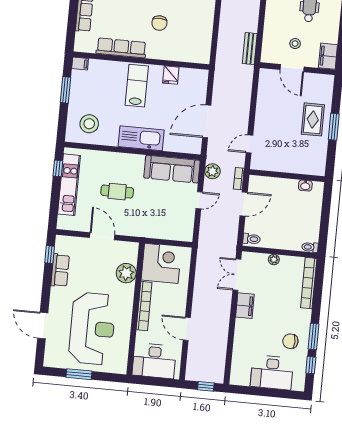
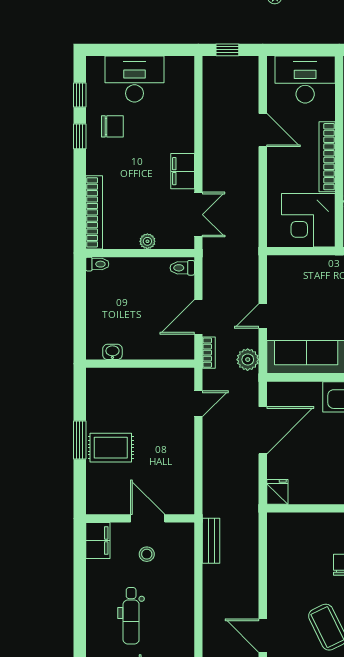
fridge: (171, 75) -> (277, 492), moved
rug: (313, 119) -> (111, 448), turned 90
window: (314, 336) -> (80, 136), width x0.67

